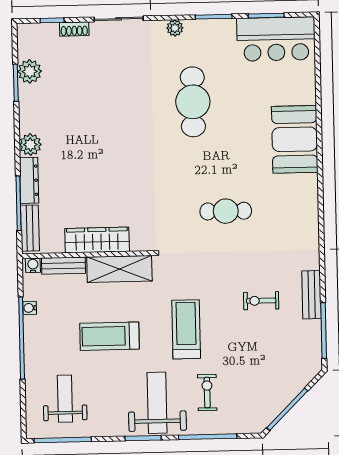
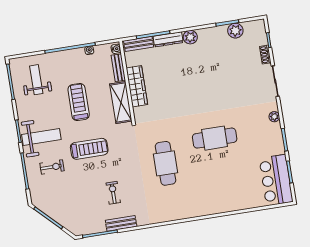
cafe table: (193, 102) -> (215, 138), moved
booth: (295, 139) -> (216, 200), removed
cafe table: (226, 211) -> (166, 163), width x1.37, depth x1.35
weight bench: (65, 399) -> (36, 80), turned -90

